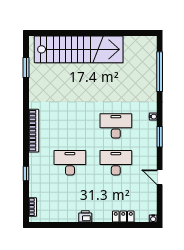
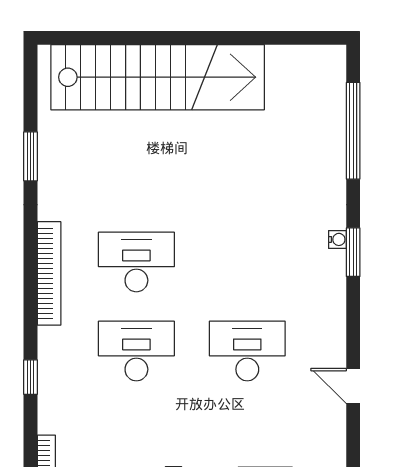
window: (26, 68) -> (31, 156), moved
desk: (116, 126) -> (136, 262), moved
window: (160, 137) -> (353, 252), moved

